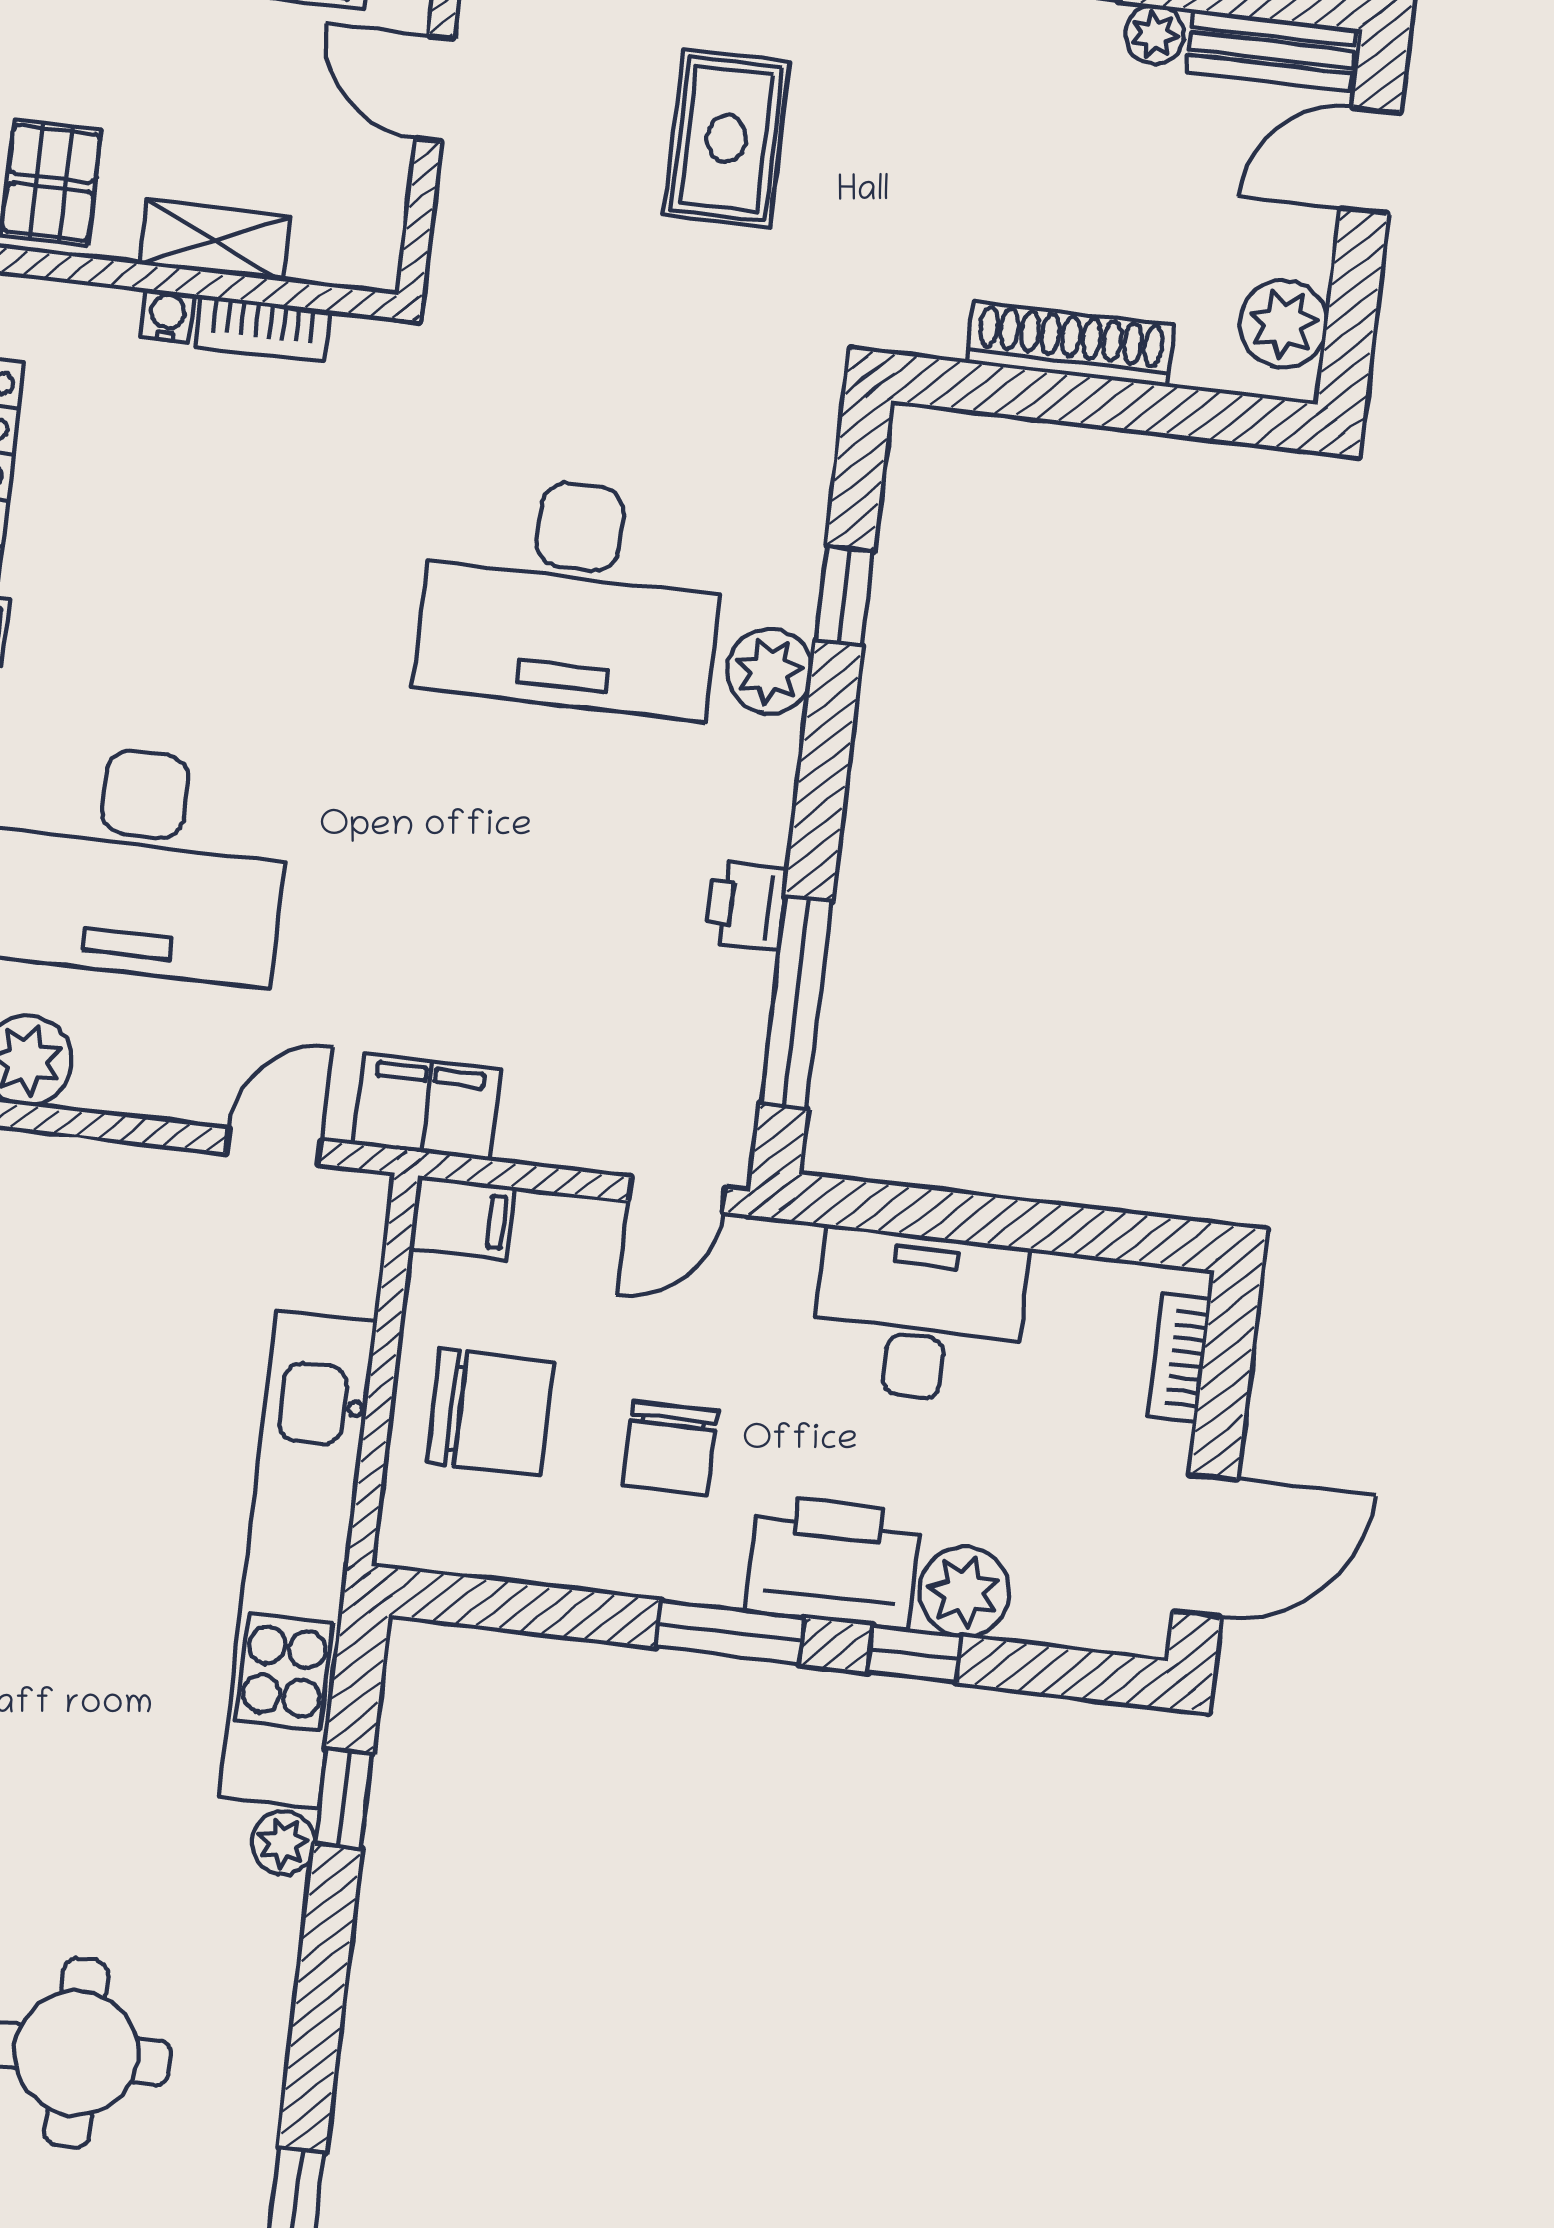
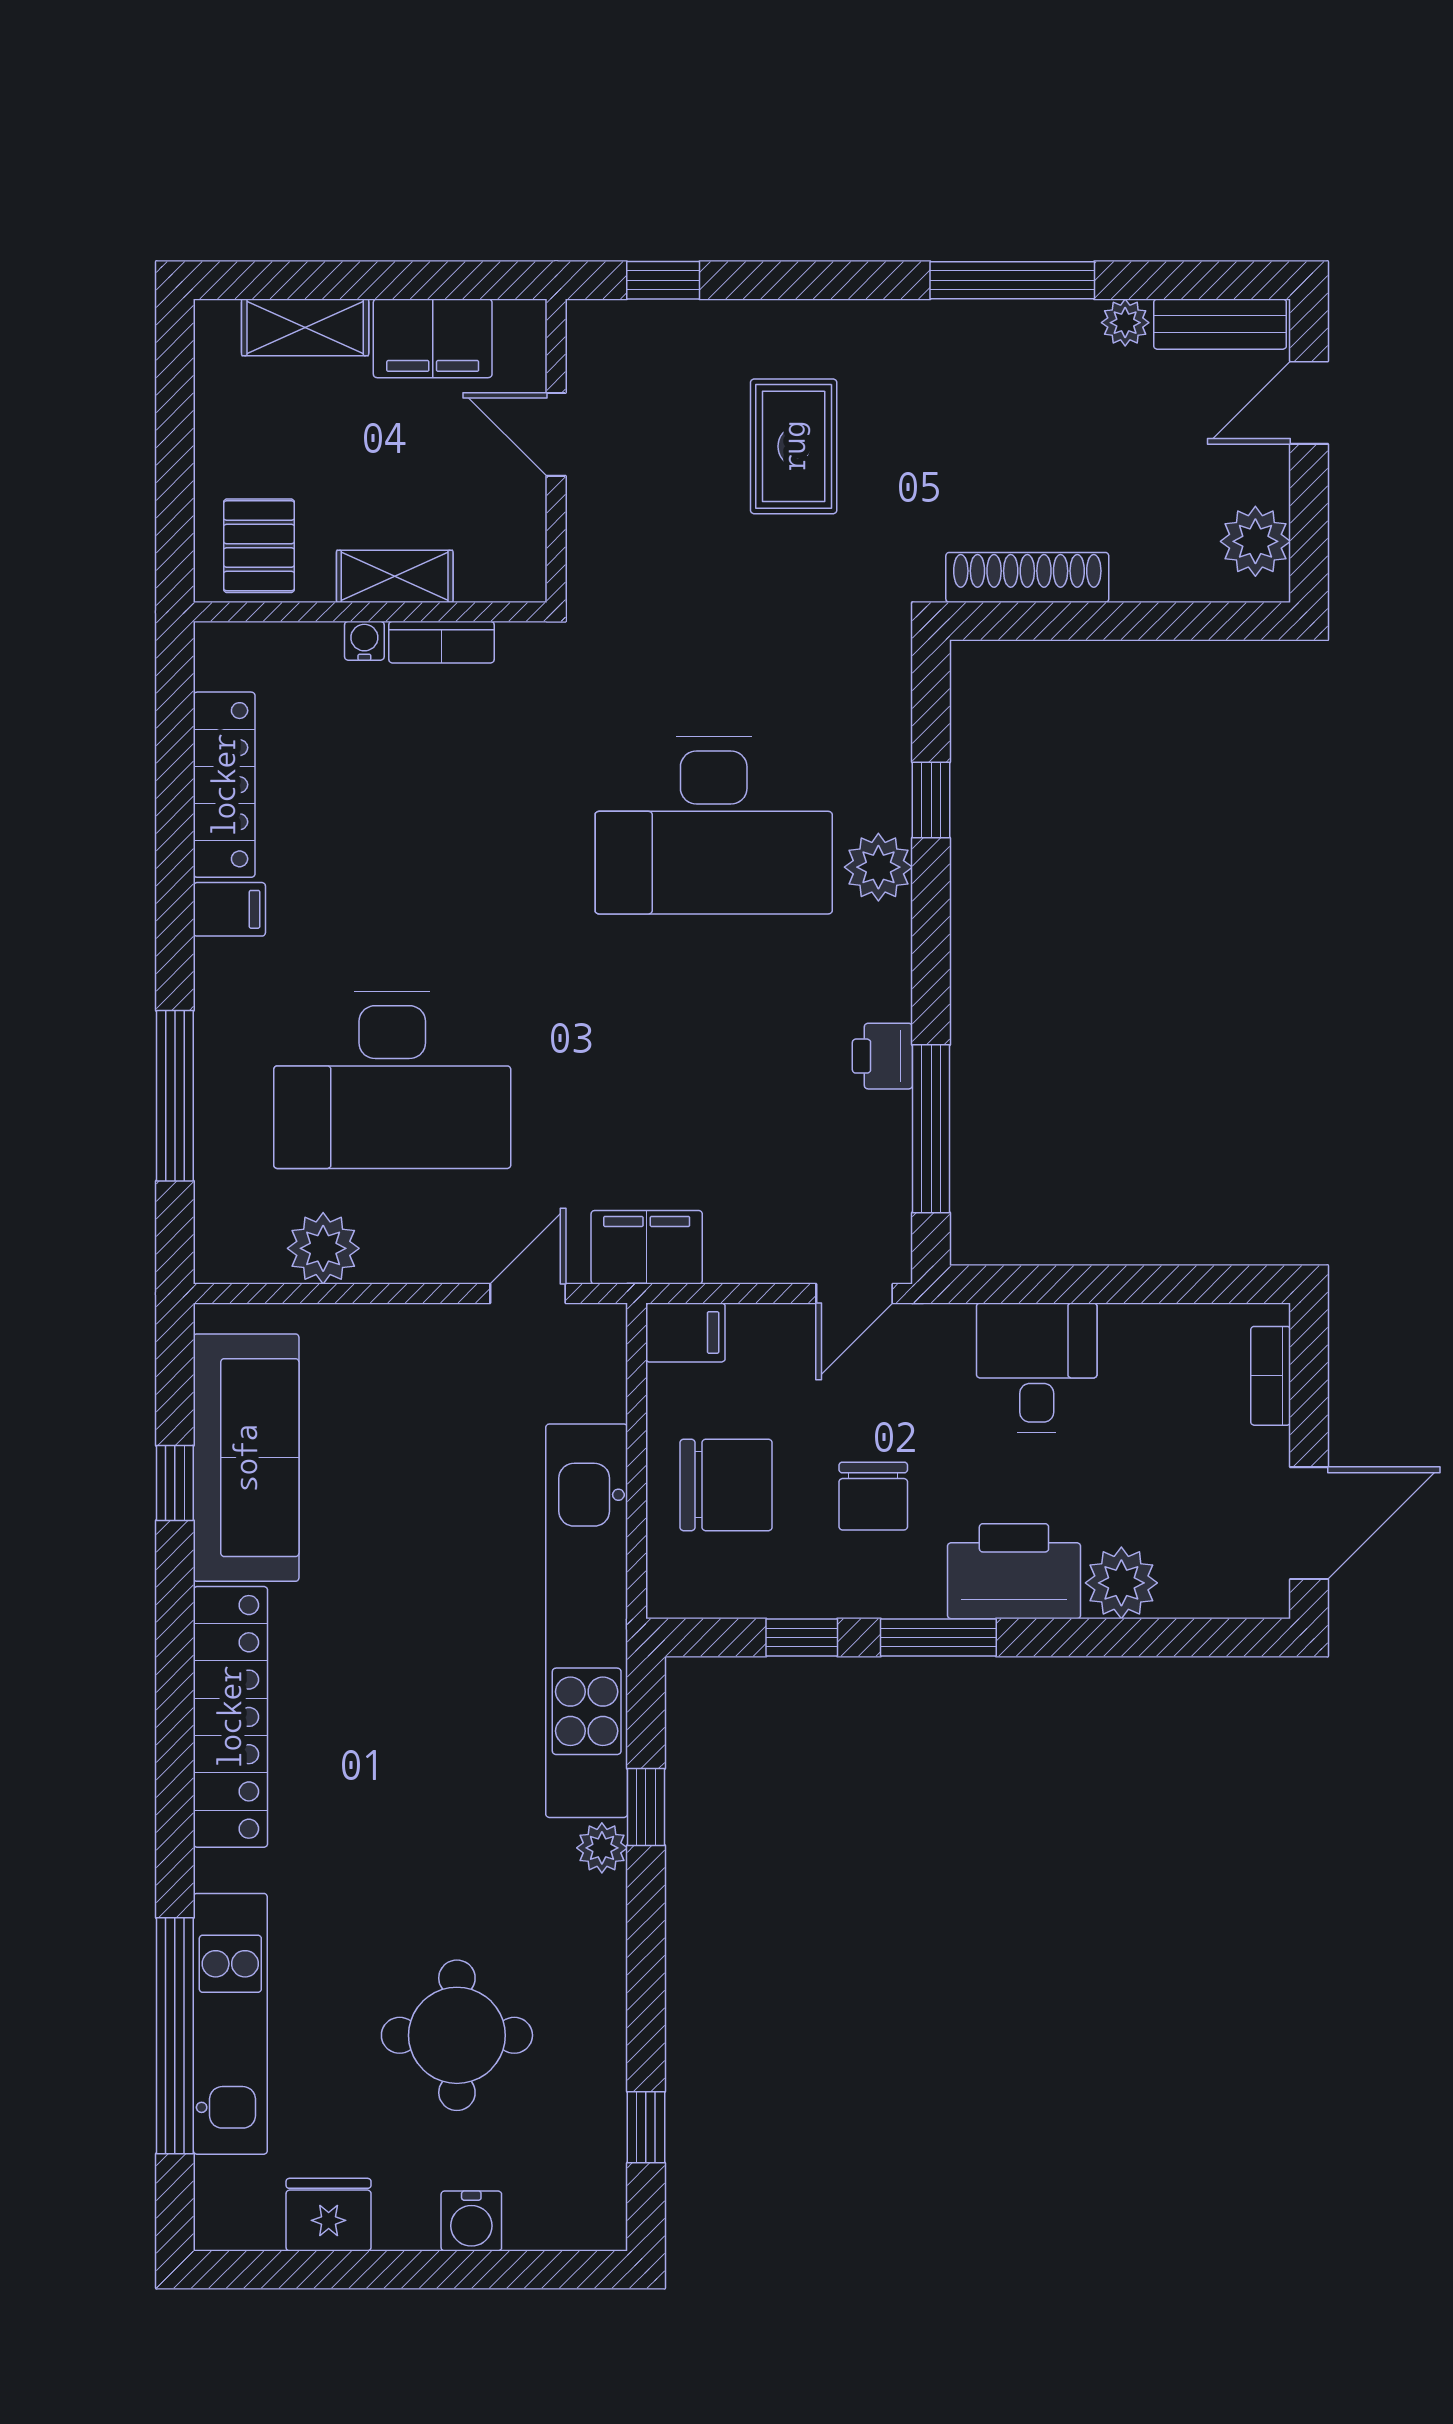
shoe rack: (1070, 344) -> (1027, 577), moved
desk: (919, 1317) -> (1037, 1368), width x0.73
window: (914, 1654) -> (802, 1638), moved

